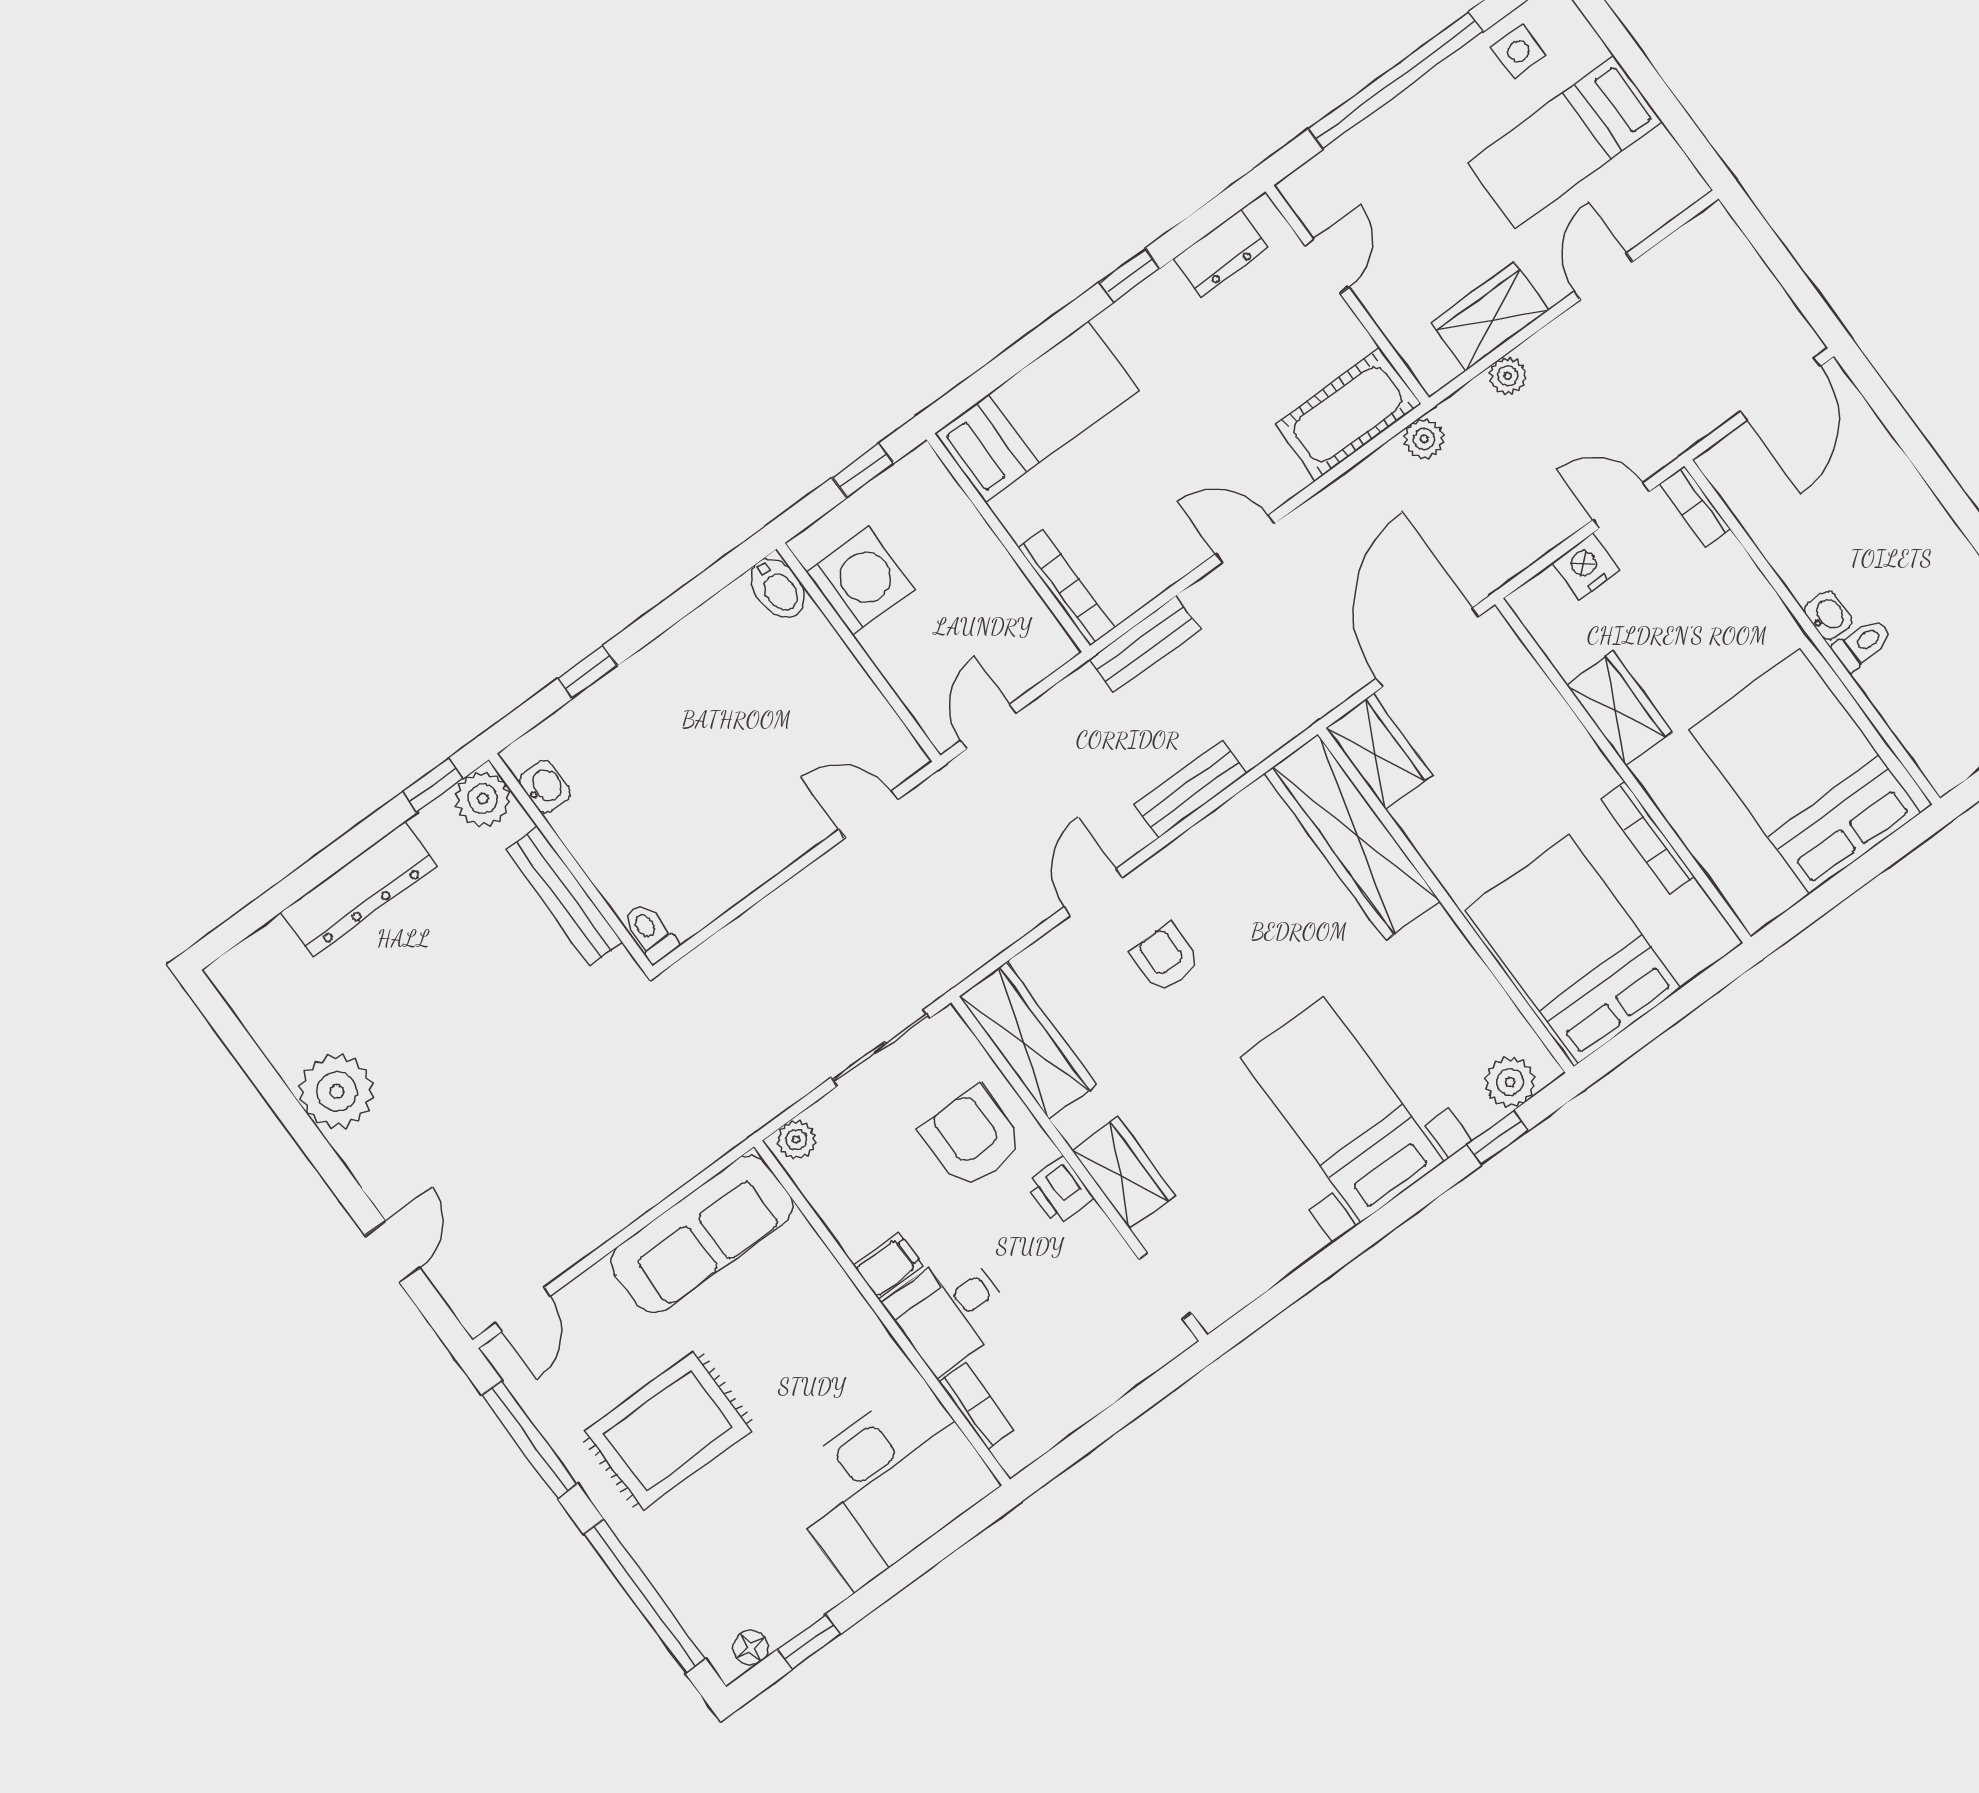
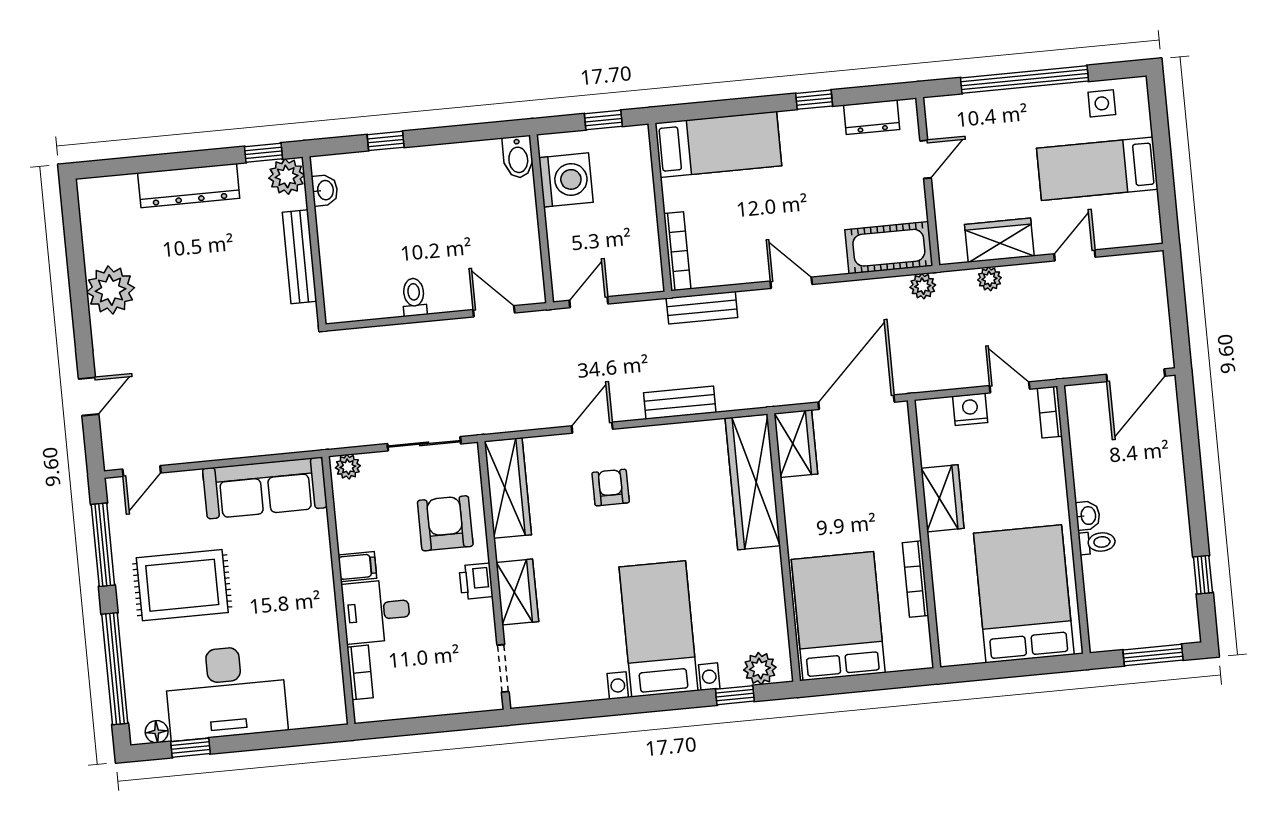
toilet: (650, 932) -> (414, 297), moved
desk: (888, 1484) -> (226, 692), moved

